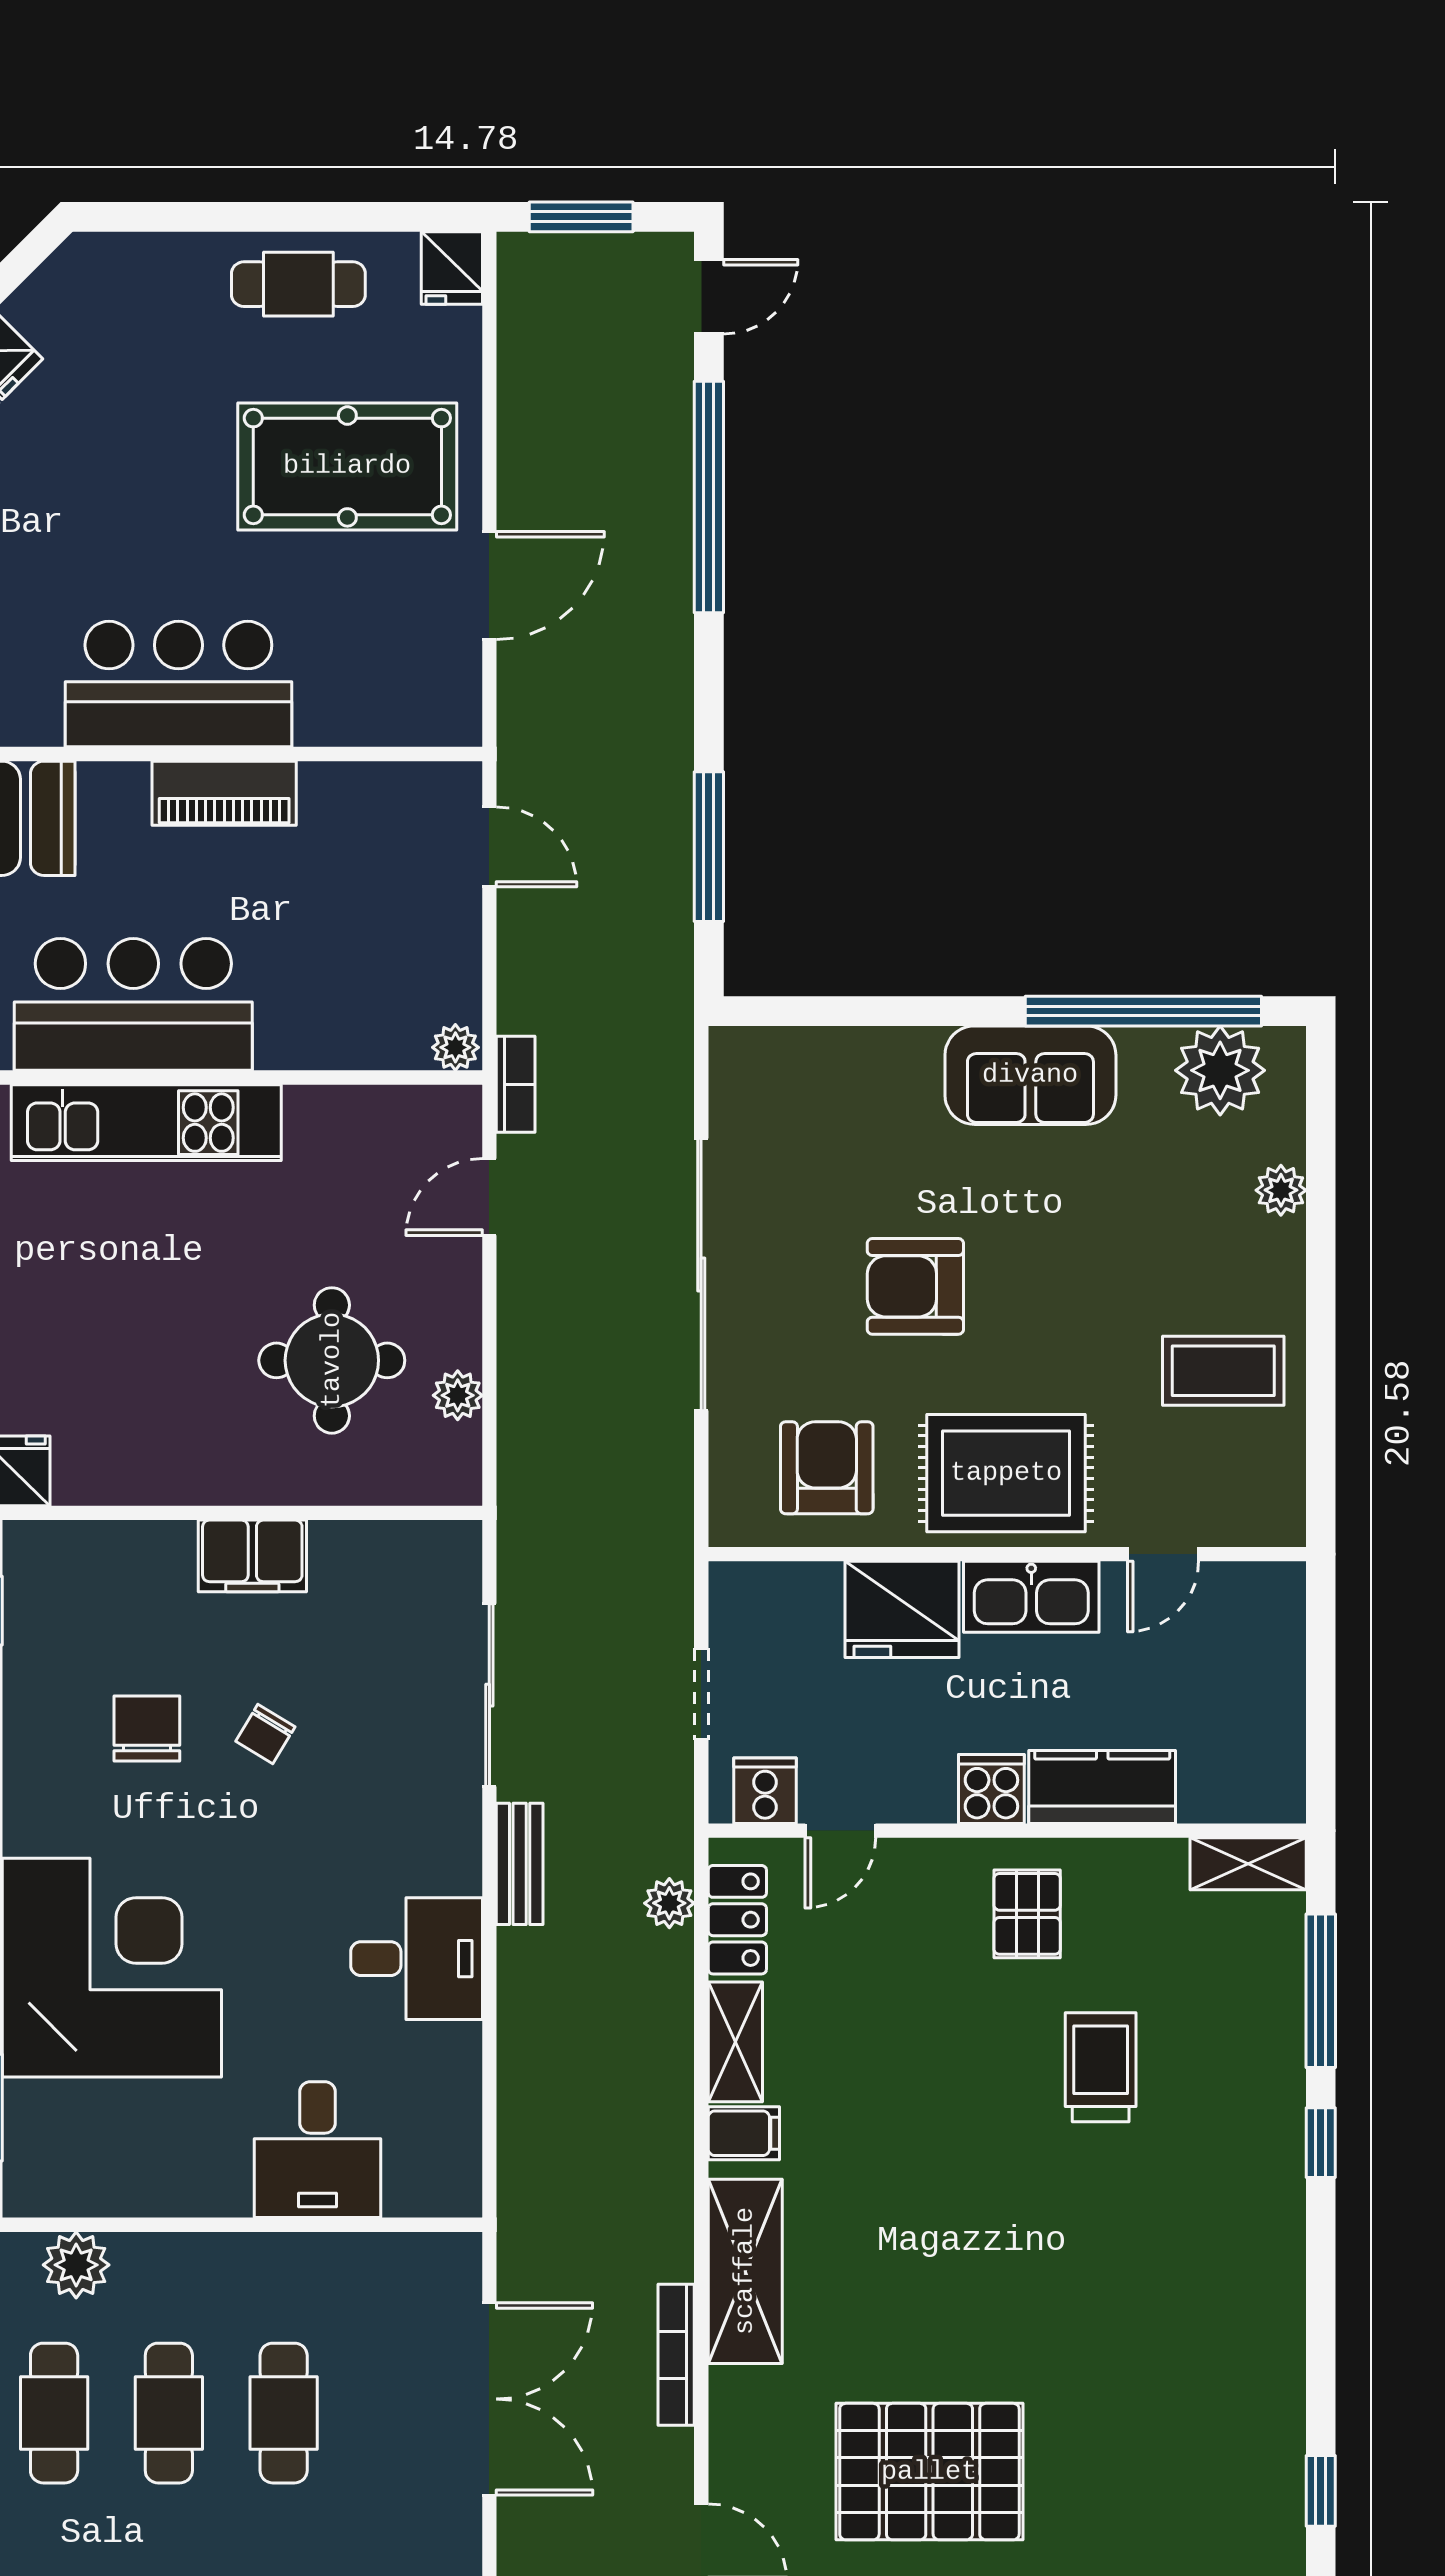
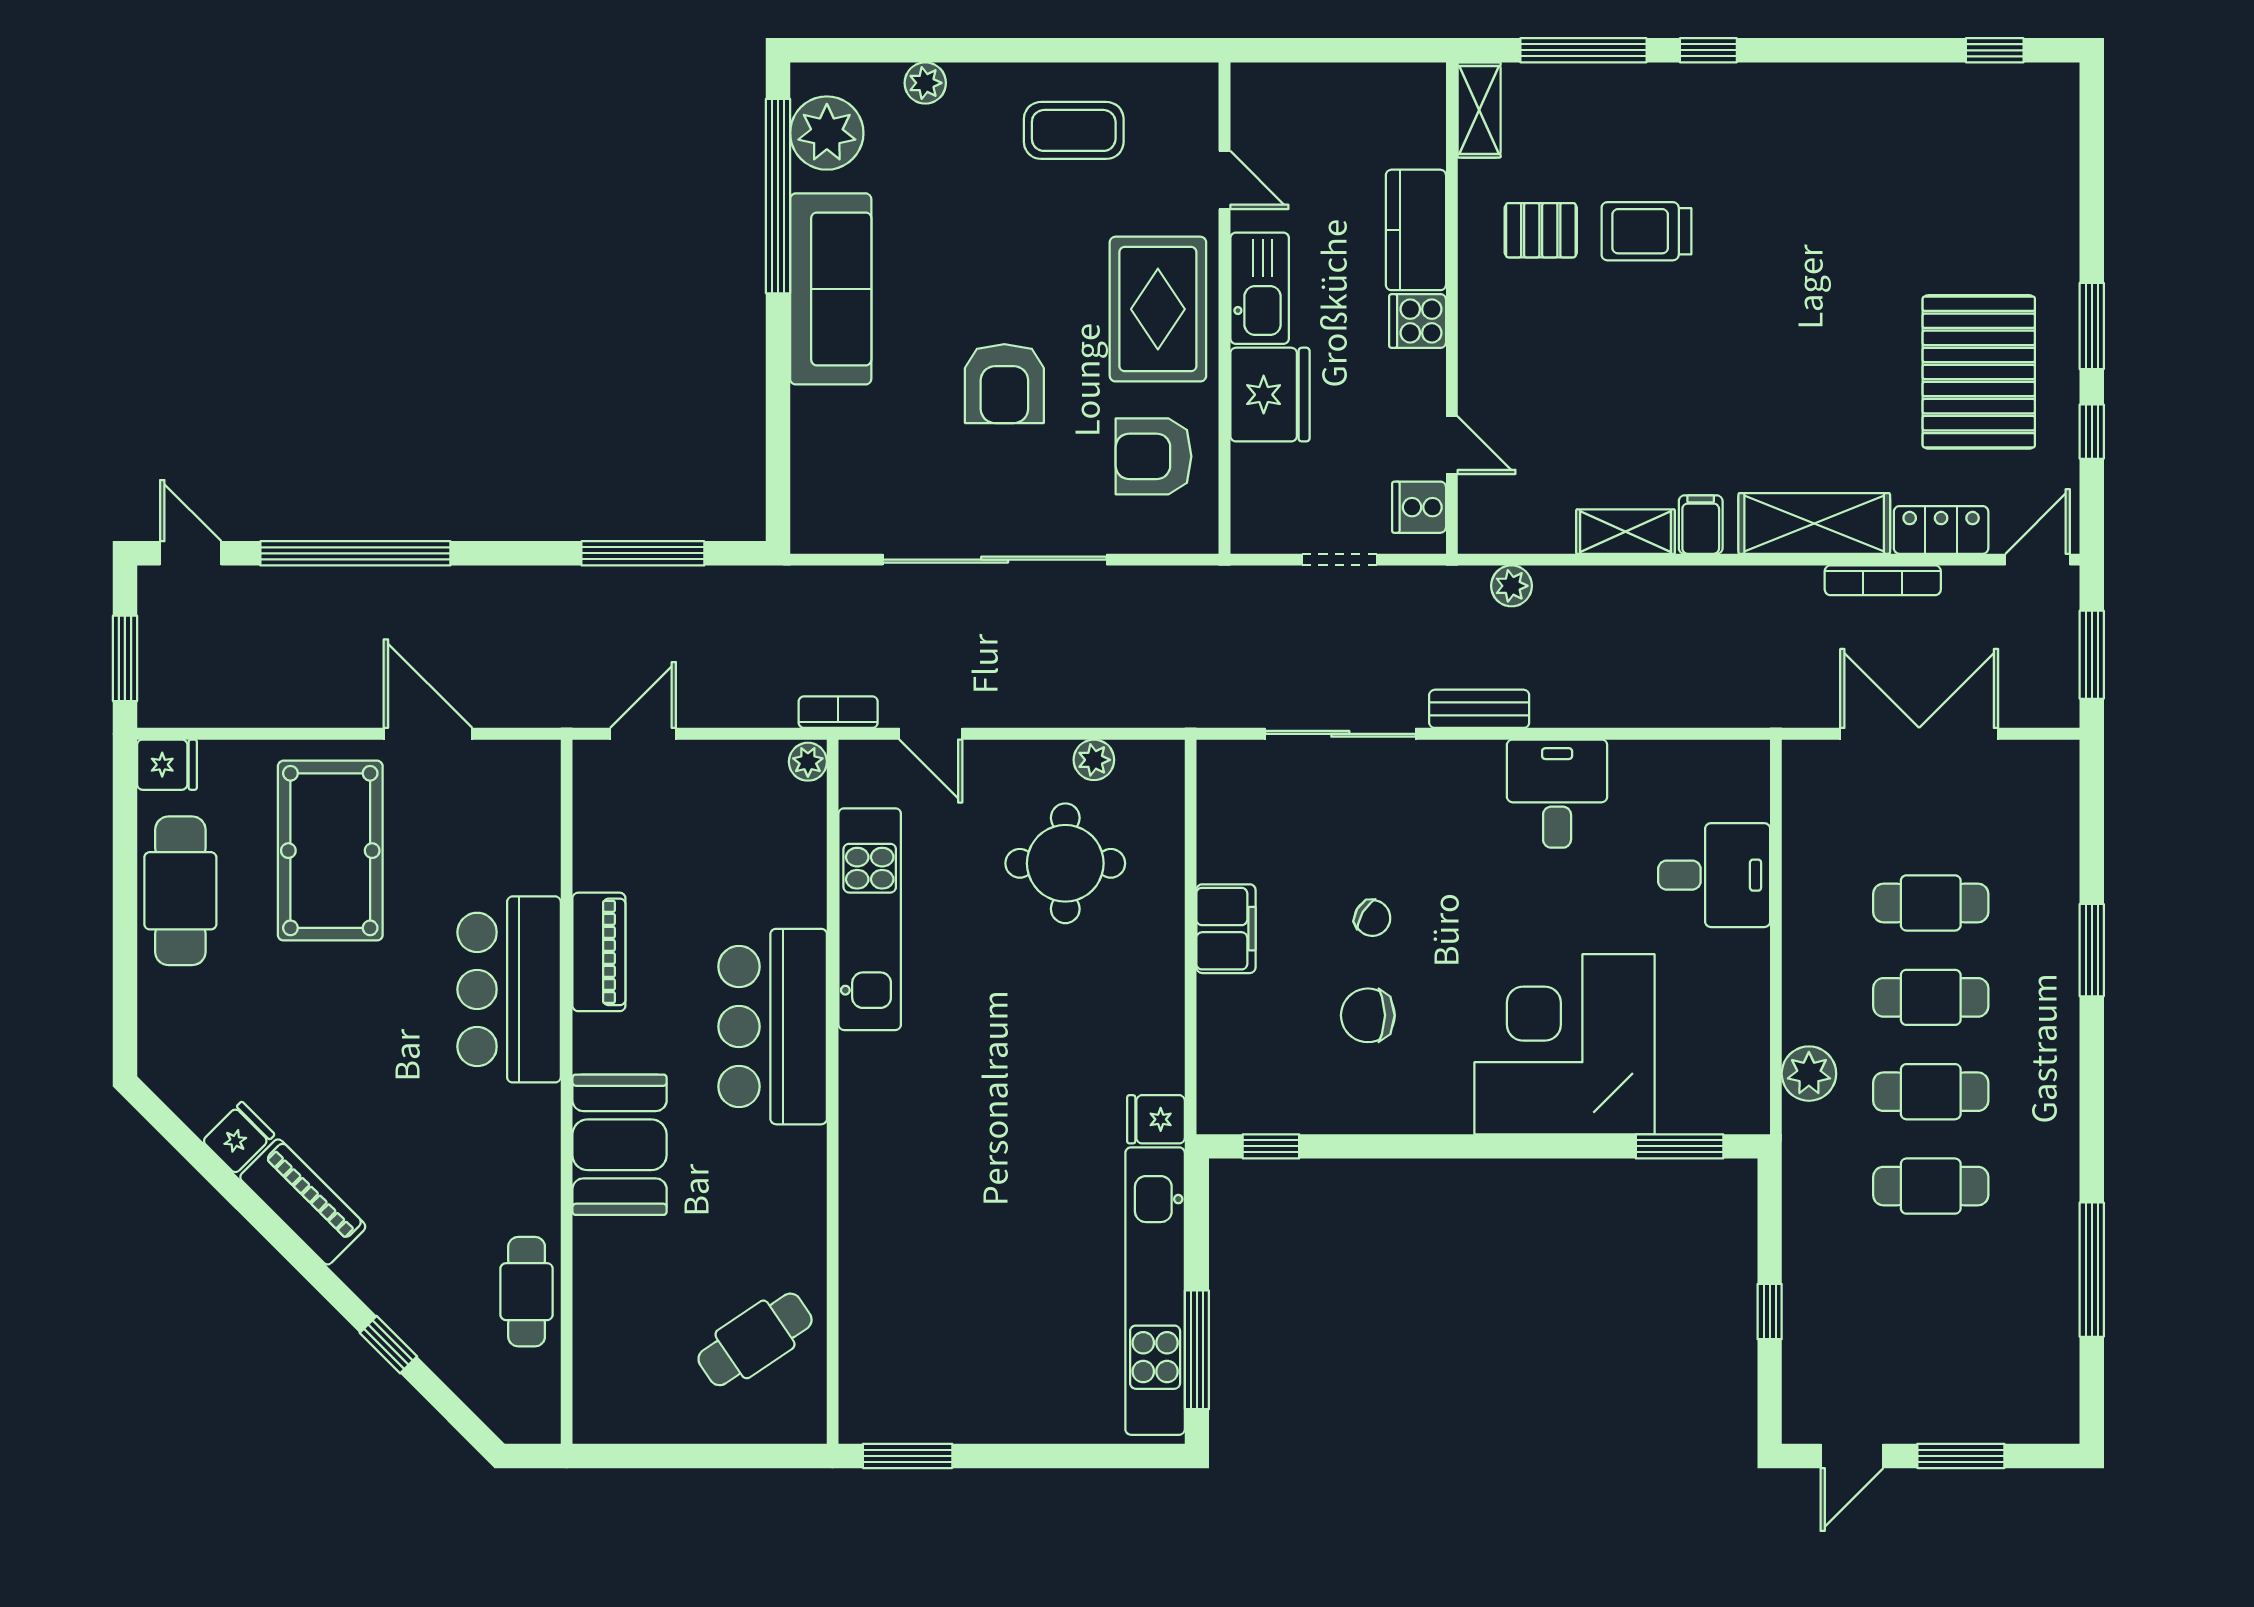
cafe table: (298, 284) -> (180, 891), width x1.37, depth x1.35
sofa: (1030, 1075) -> (831, 289), width x1.36
kitchen unit: (146, 1123) -> (870, 919), moved
coffee table: (1223, 1371) -> (1074, 130), turned 90
pallet: (1027, 1914) -> (1541, 230), moved
locker: (737, 1920) -> (1941, 530), moved

